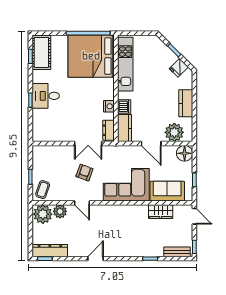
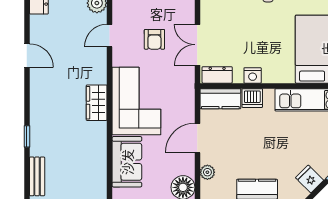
plant: (174, 132) -> (207, 172), width x0.53, depth x0.53
armchair: (84, 173) -> (154, 39), turned 70
wardrobe: (161, 212) -> (97, 103), moved

